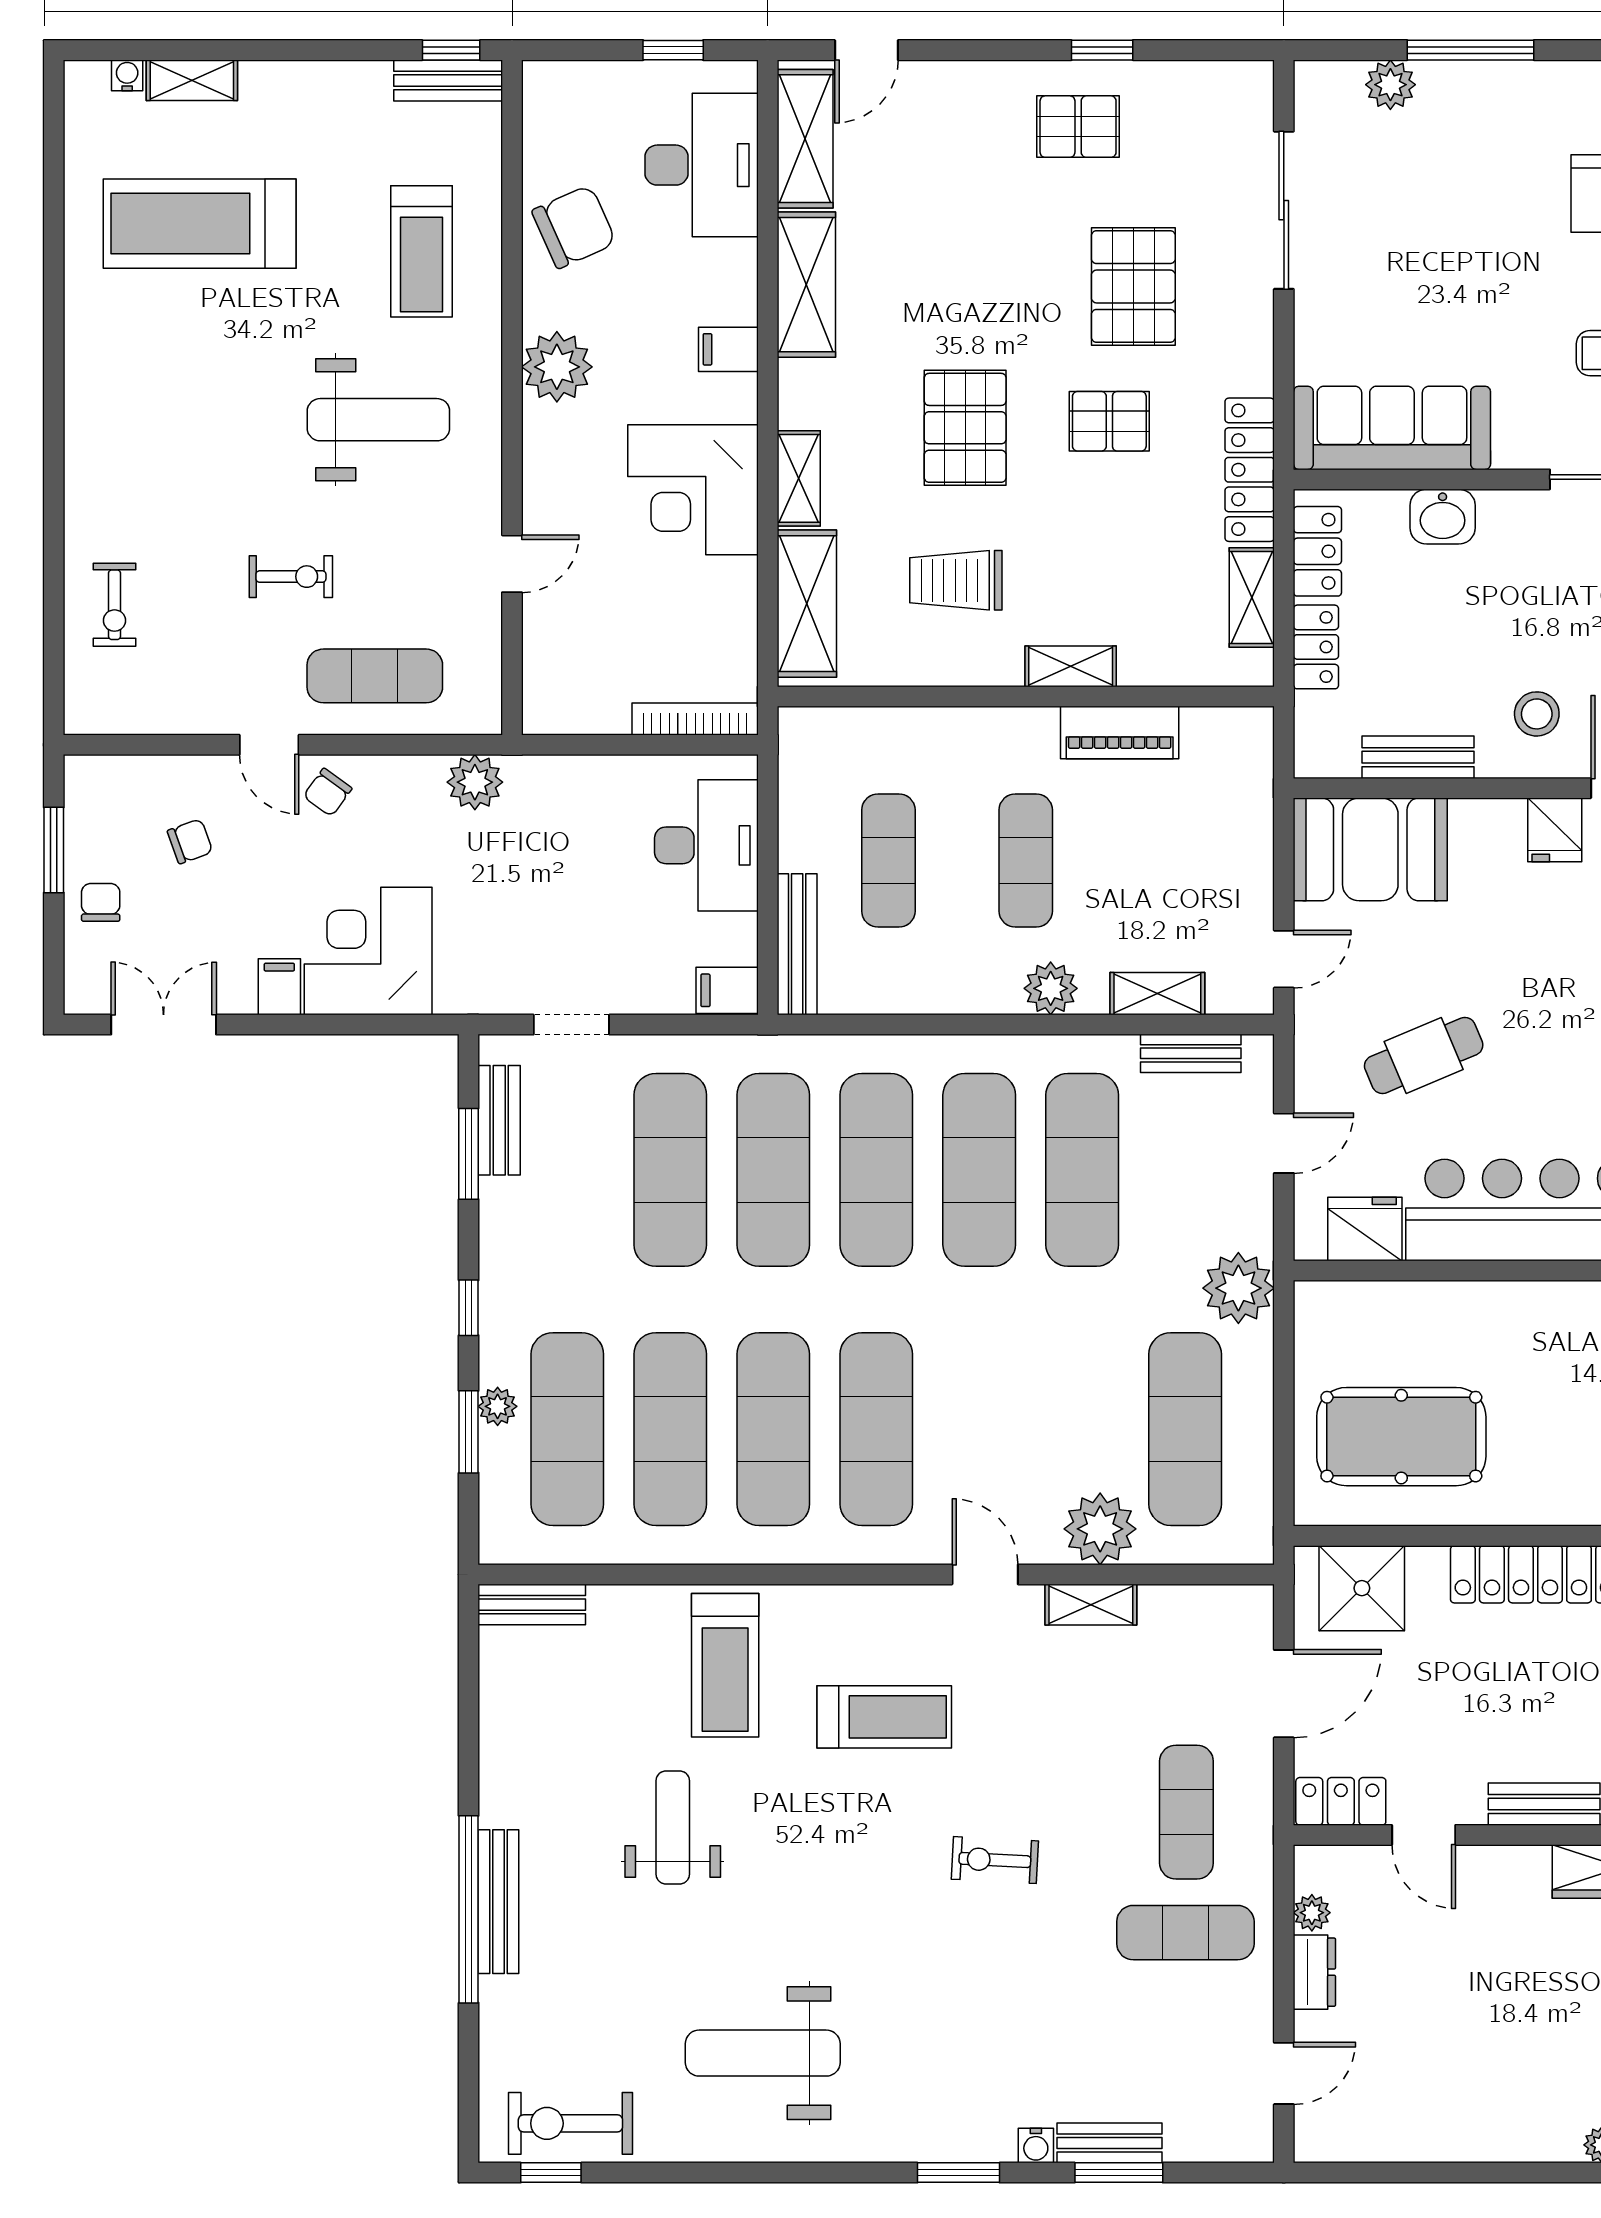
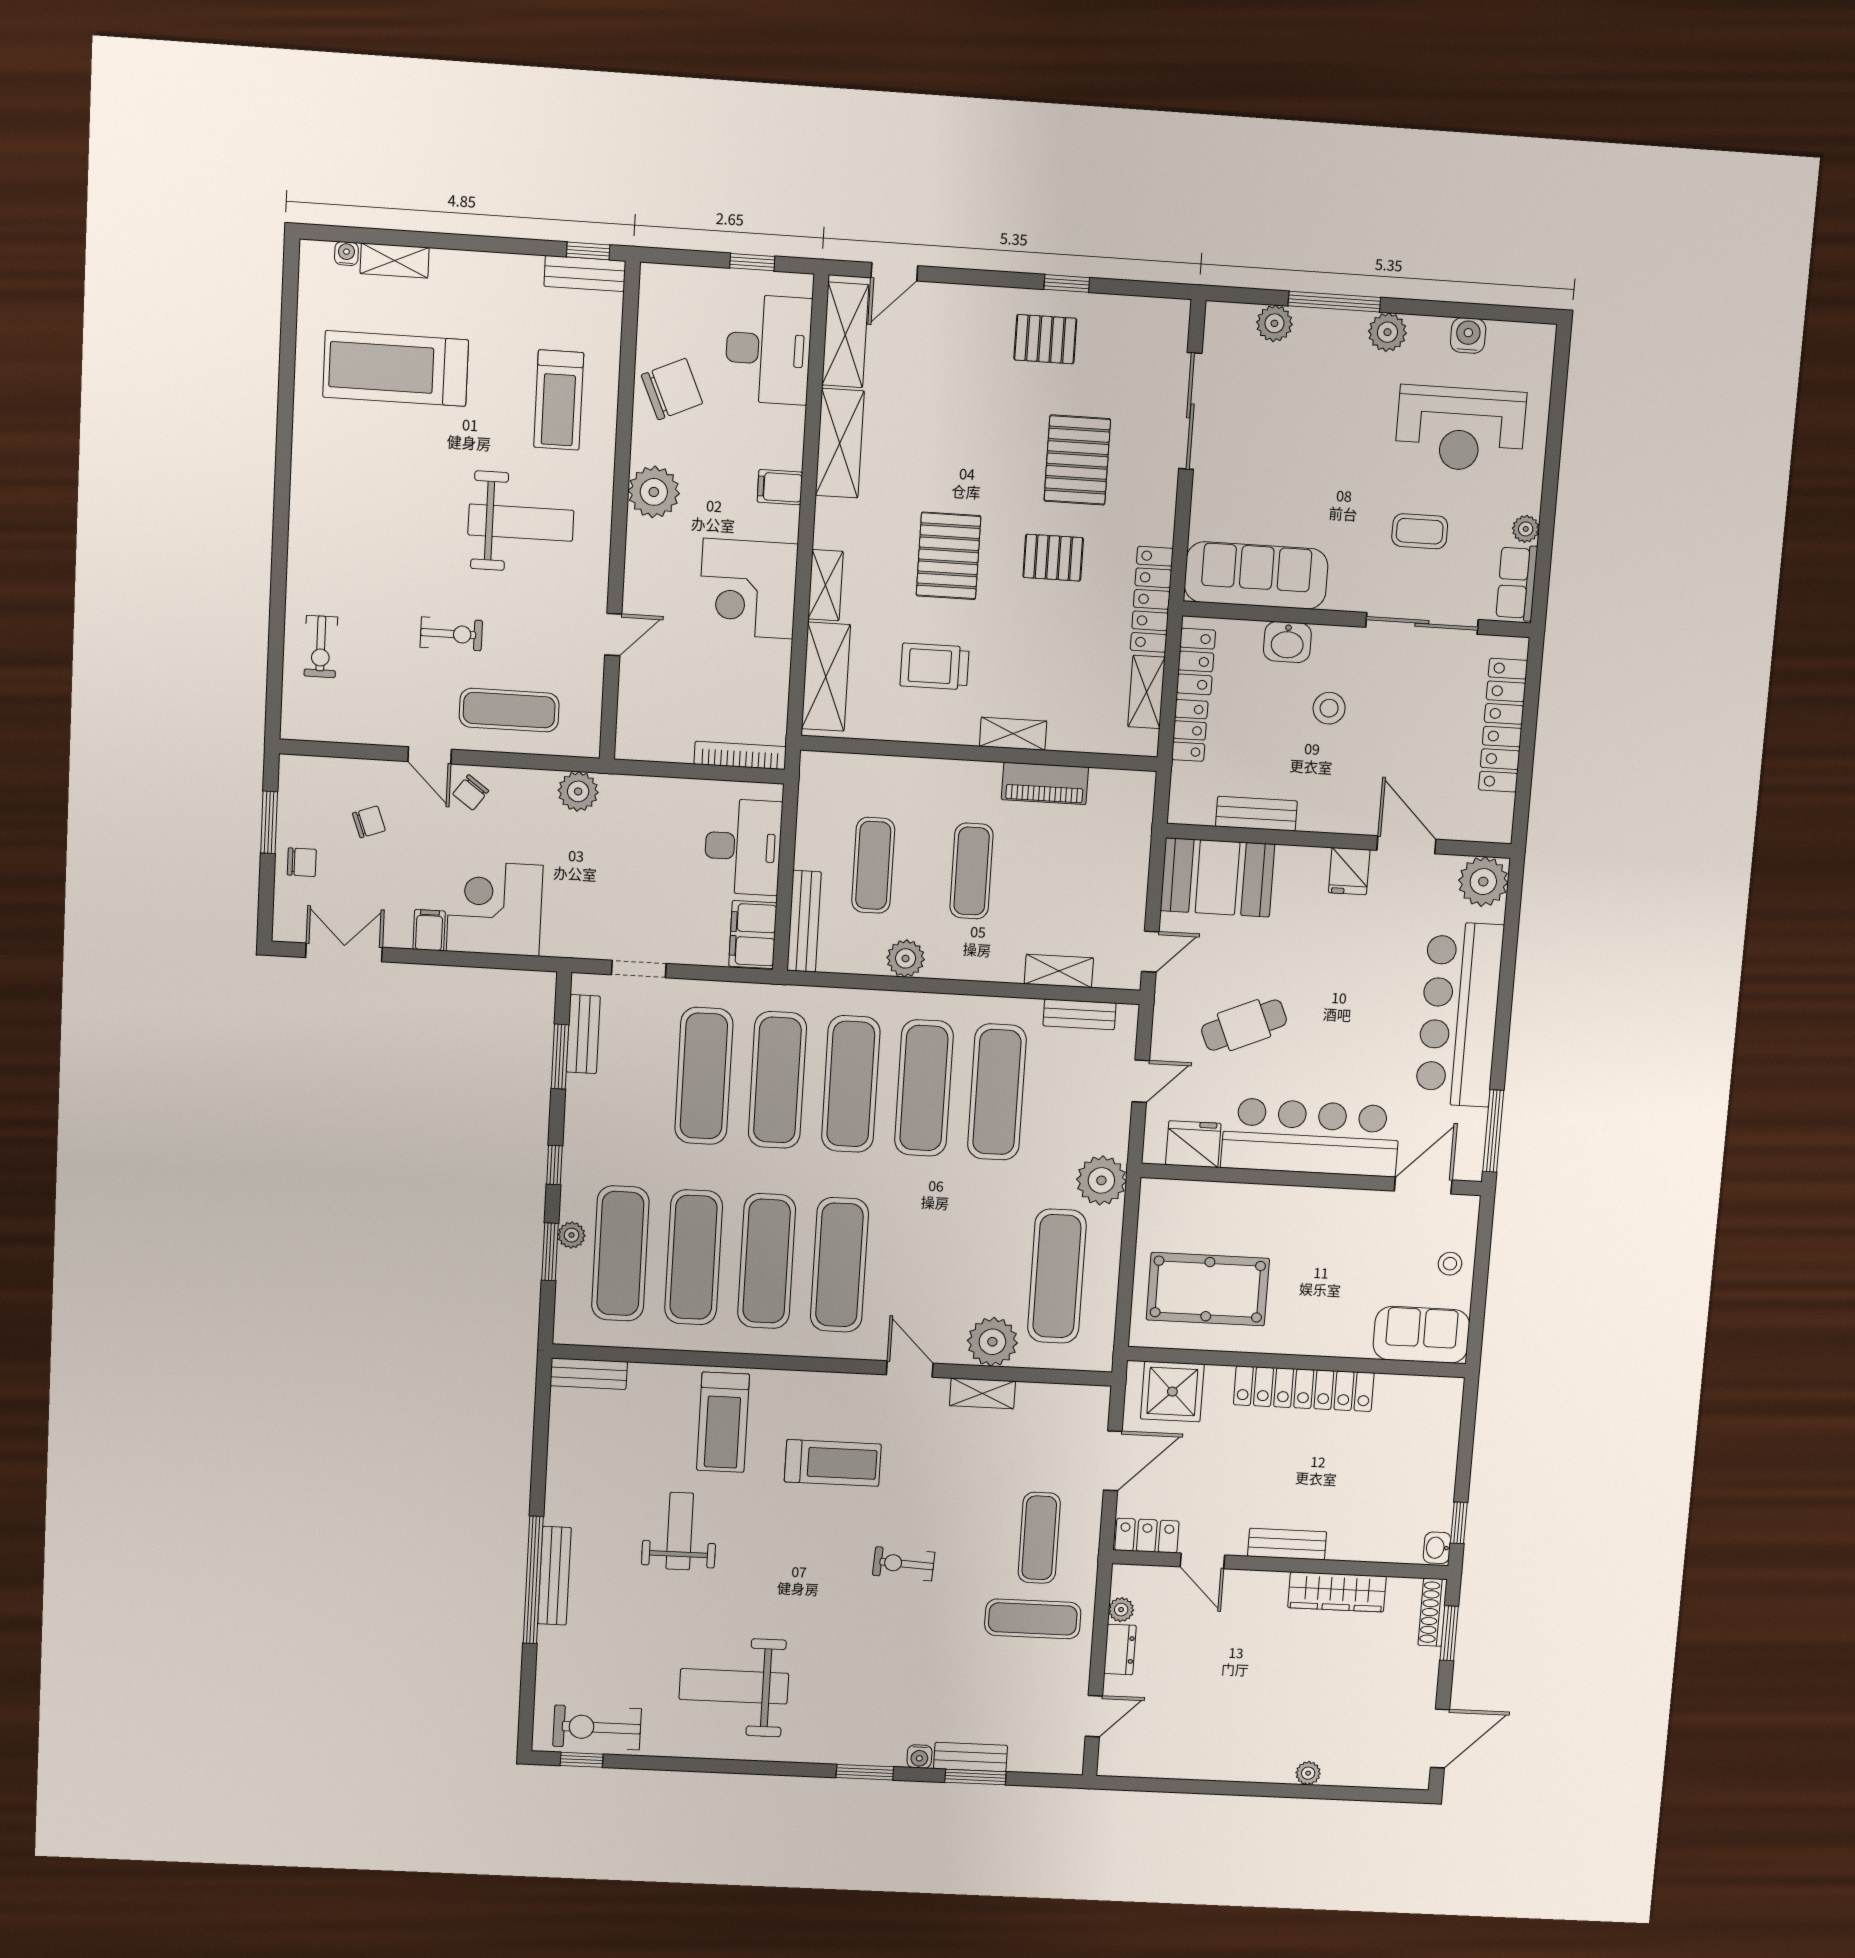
plant: (1547, 86) -> (1387, 332), added
stool: (1537, 714) -> (1329, 708), moved
chair: (101, 902) -> (302, 862), turned 90
plant: (1051, 988) -> (906, 958), moved
filing cabinet: (727, 990) -> (753, 935), width x2.00

